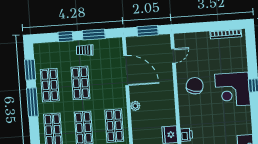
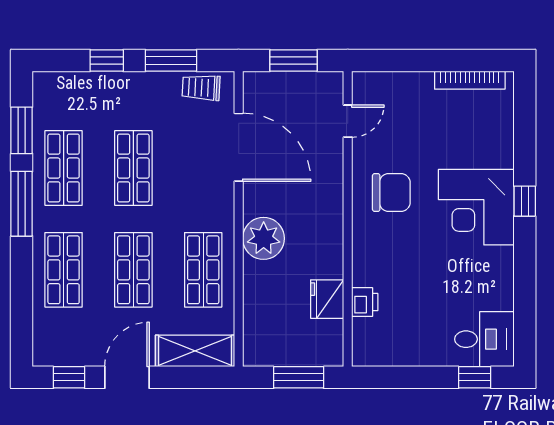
trolley: (85, 50) -> (201, 88), moved
chair: (195, 86) -> (391, 192), turned 76
plant: (135, 106) -> (264, 238), width x1.88, depth x1.88

